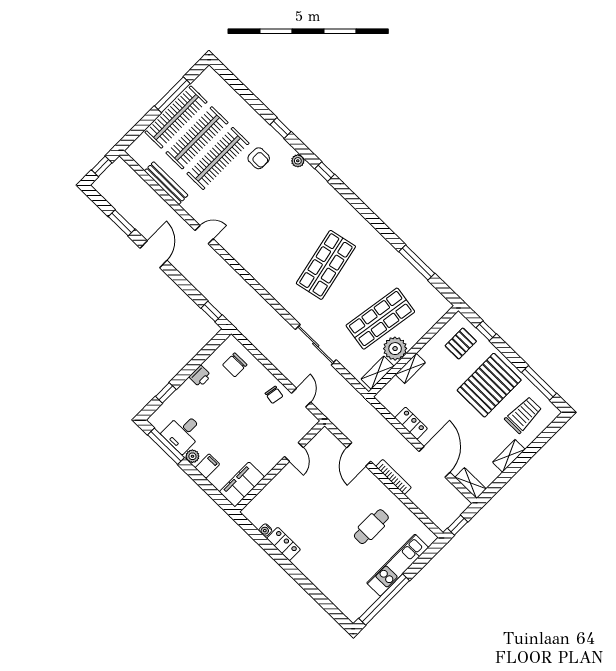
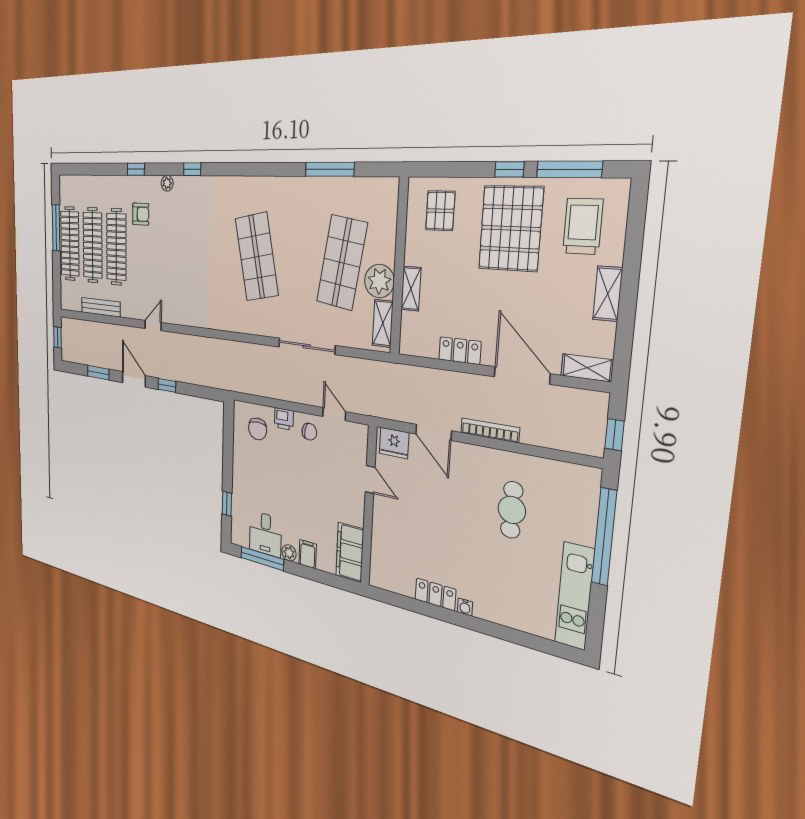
window: (211, 311) -> (167, 385), moved
window: (486, 331) -> (509, 169), moved
printer: (200, 376) -> (284, 419), moved, turned 90
fridge: (328, 443) -> (394, 443), added
water cooler: (265, 530) -> (465, 607), moved
kitchen unit: (398, 565) -> (575, 596), moved
window: (384, 600) -> (604, 537), moved

